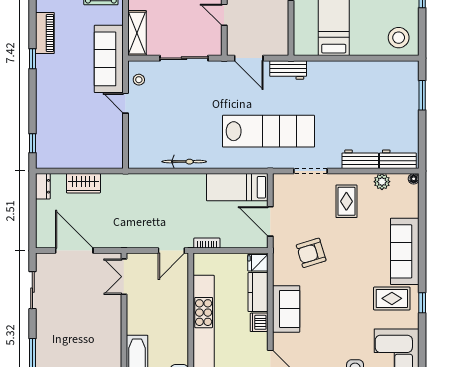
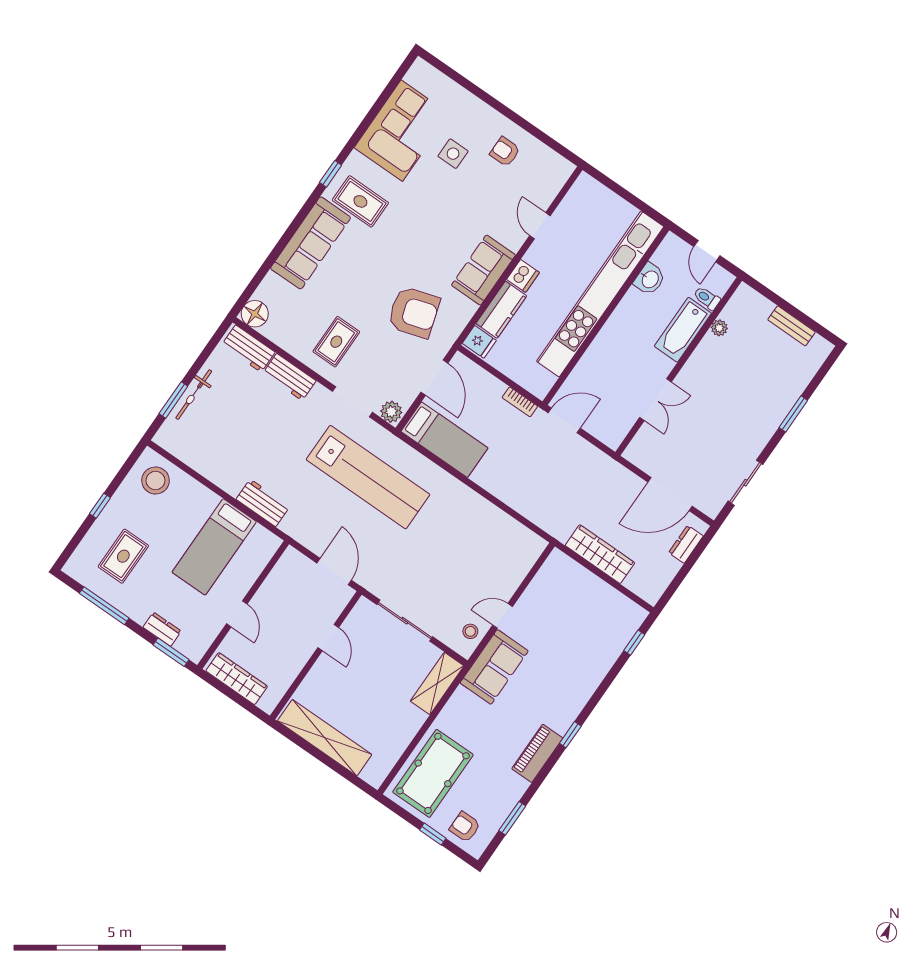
sofa: (109, 59) -> (494, 667), width x0.73
workbench: (288, 70) -> (263, 503), moved
door: (126, 103) -> (503, 616), swing flipped
lab bench: (269, 131) -> (368, 477), turned 180
bicycle: (184, 162) -> (194, 395), moved, turned -90
floor lamp: (414, 179) -> (255, 314), width x1.89, depth x1.89
plant: (382, 182) -> (391, 412), moved
wardrobe: (83, 183) -> (600, 554), width x1.50
dresser: (43, 186) -> (686, 544), moved
door: (74, 251) -> (670, 494), hinge flipped
armchair: (311, 253) -> (414, 312), width x1.36, depth x1.36
double door: (124, 277) -> (655, 400), moved

